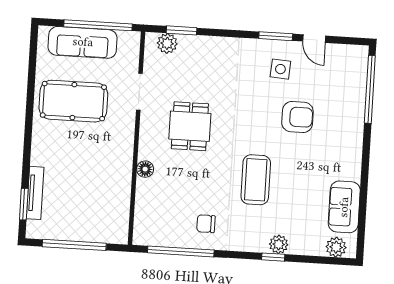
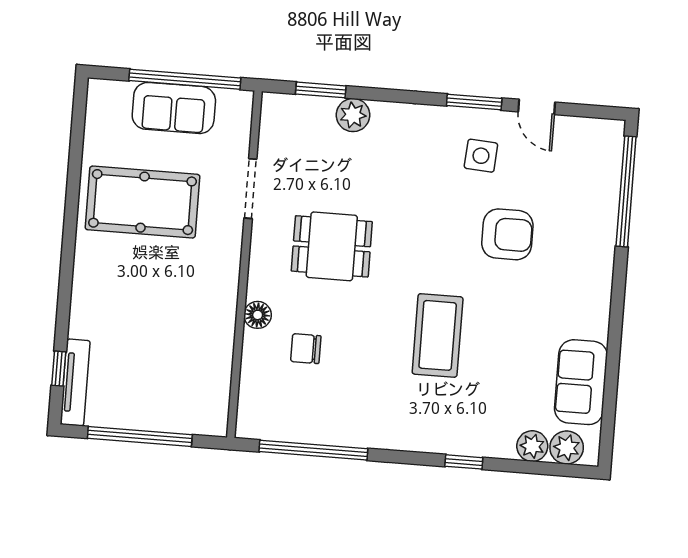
sofa: (83, 42) -> (174, 108), width x0.73
plant: (167, 43) -> (353, 115), moved
dining table: (190, 126) -> (332, 246), turned 90
tv unit: (35, 193) -> (75, 382), moved
window: (24, 204) -> (59, 369), width x0.67
chair: (206, 224) -> (306, 349), moved
plant: (279, 244) -> (532, 446), moved

